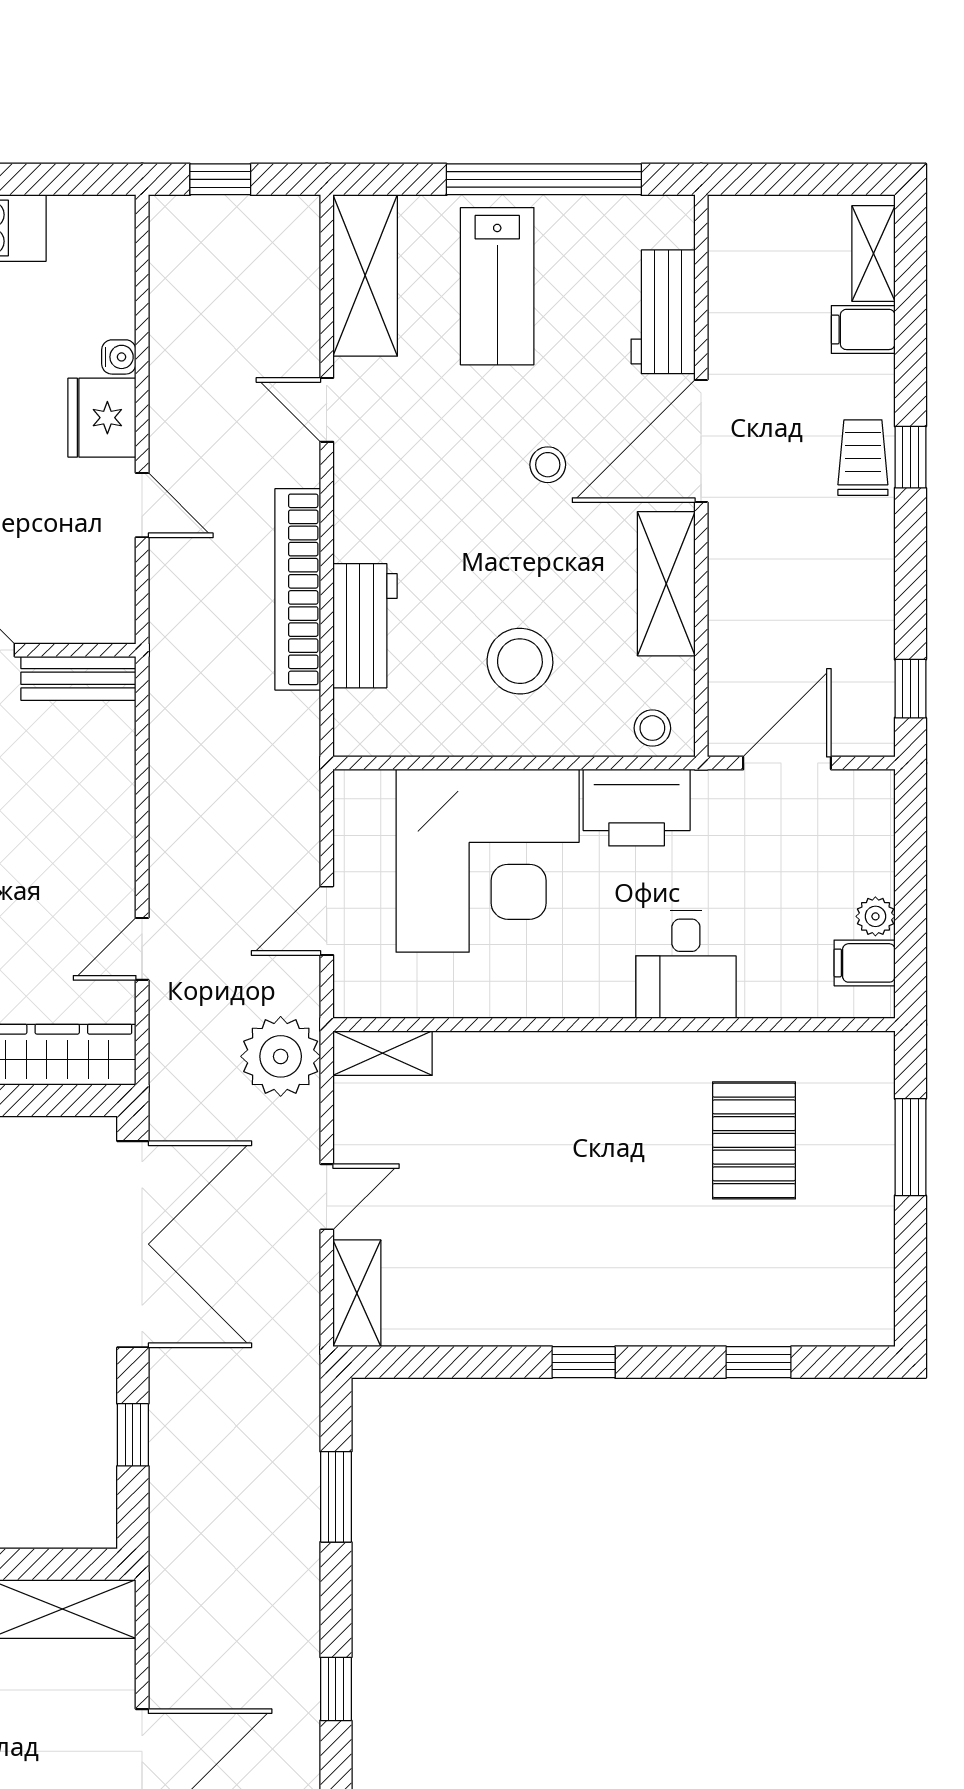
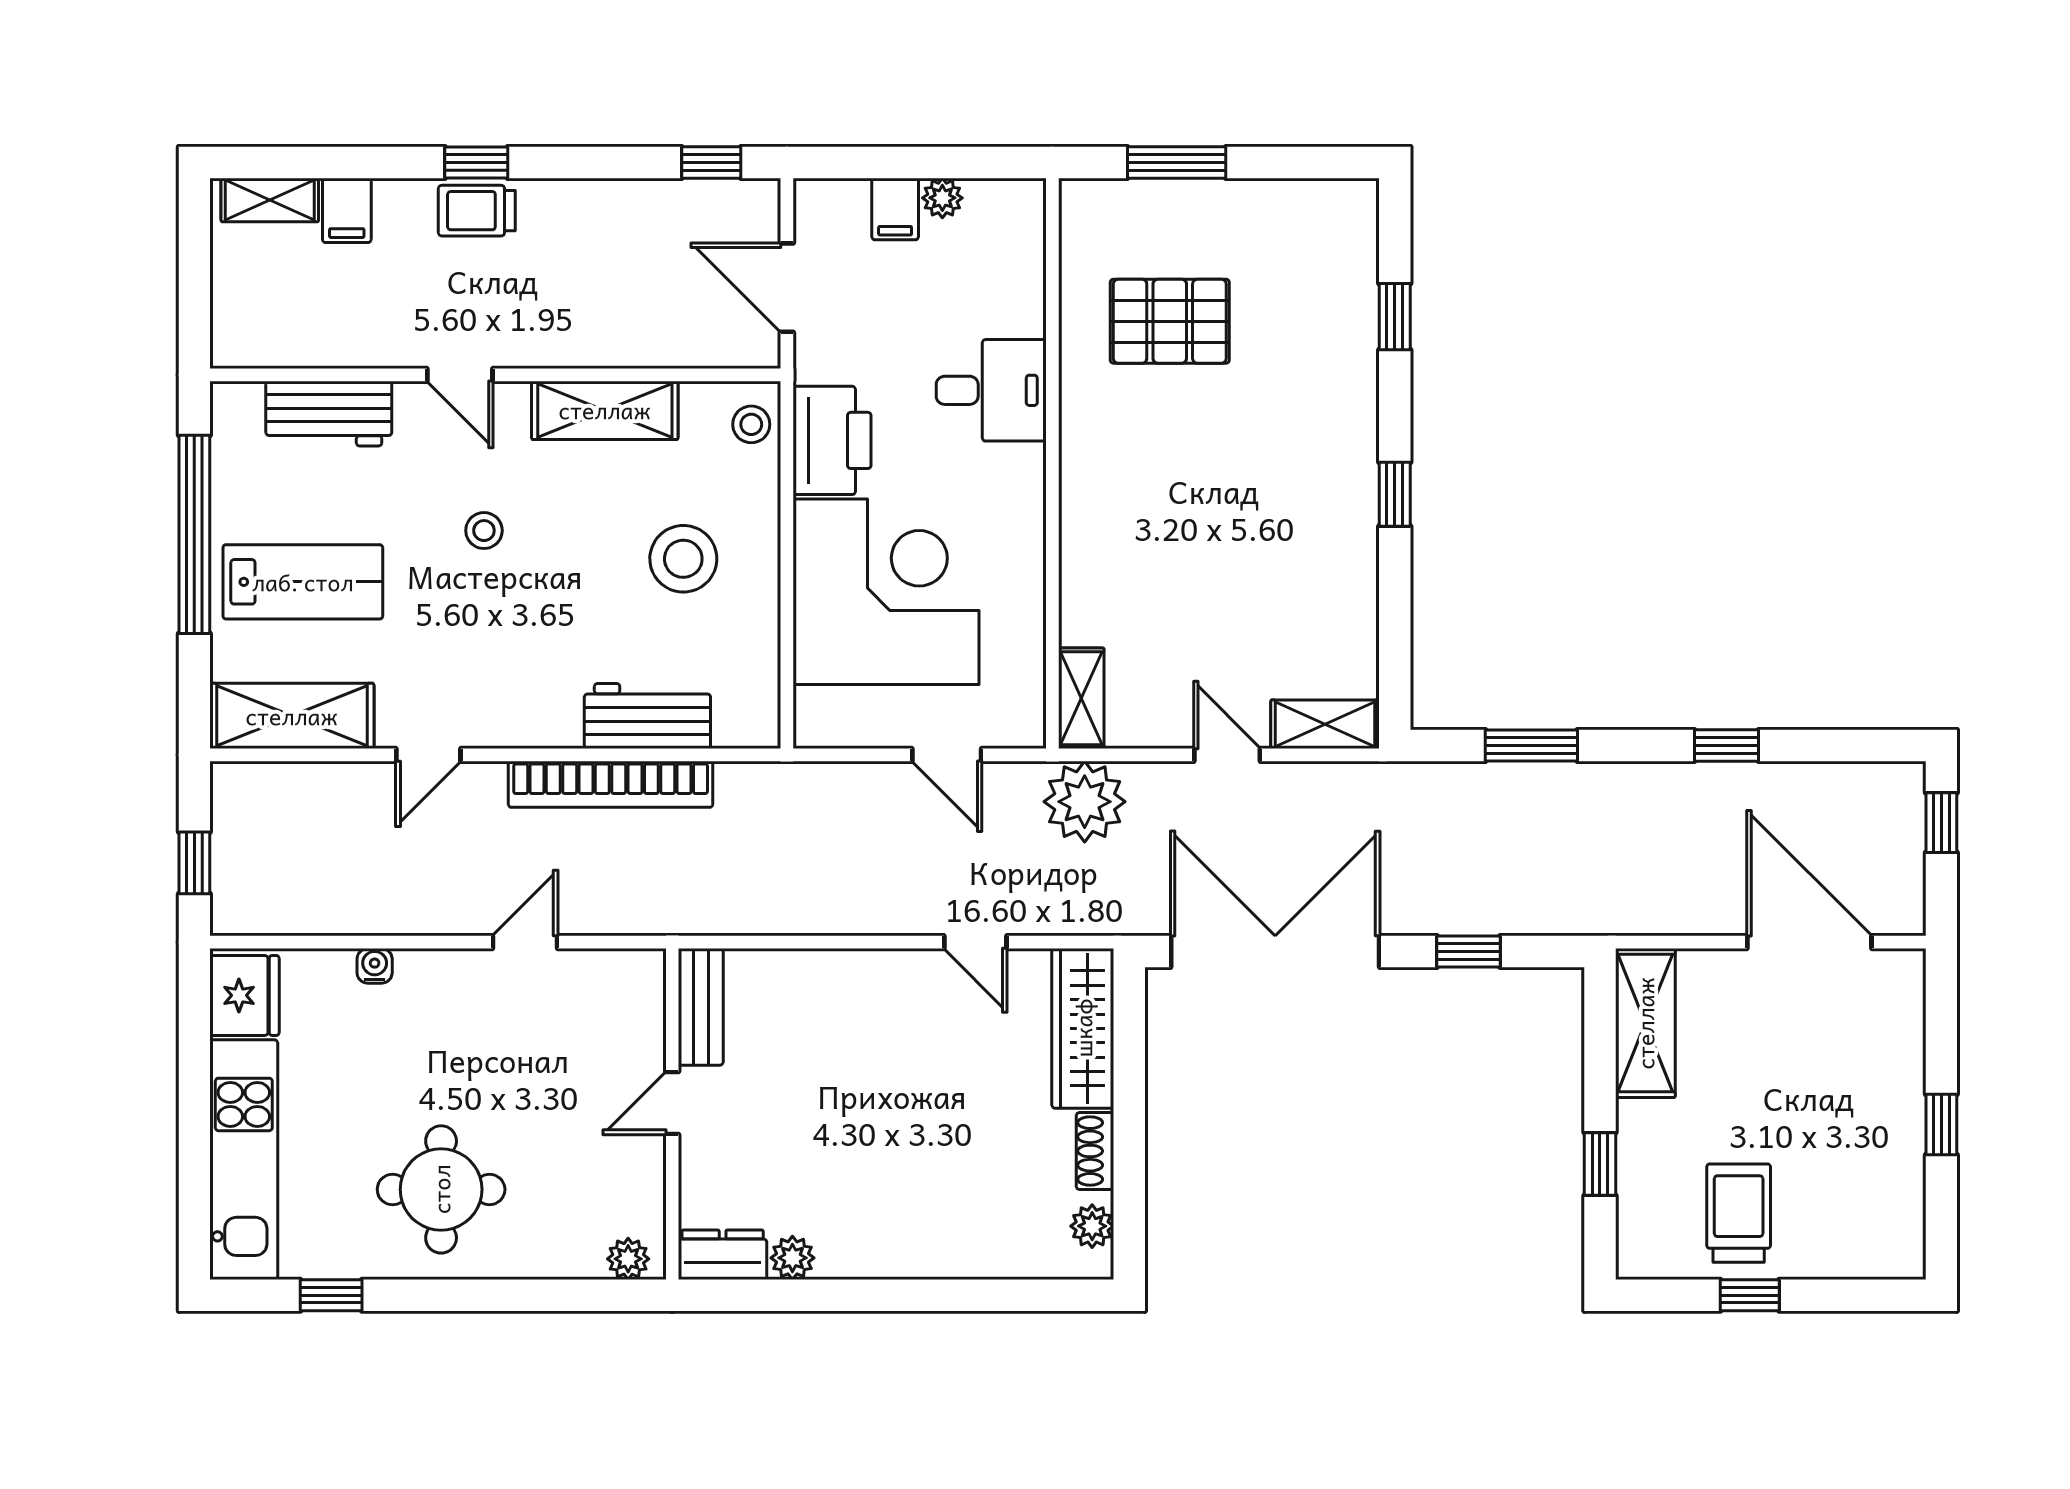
fridge: (102, 418) -> (245, 995), moved, turned -90
door: (701, 441) -> (460, 375), width x0.53
filing cabinet: (865, 963) -> (895, 209), moved

